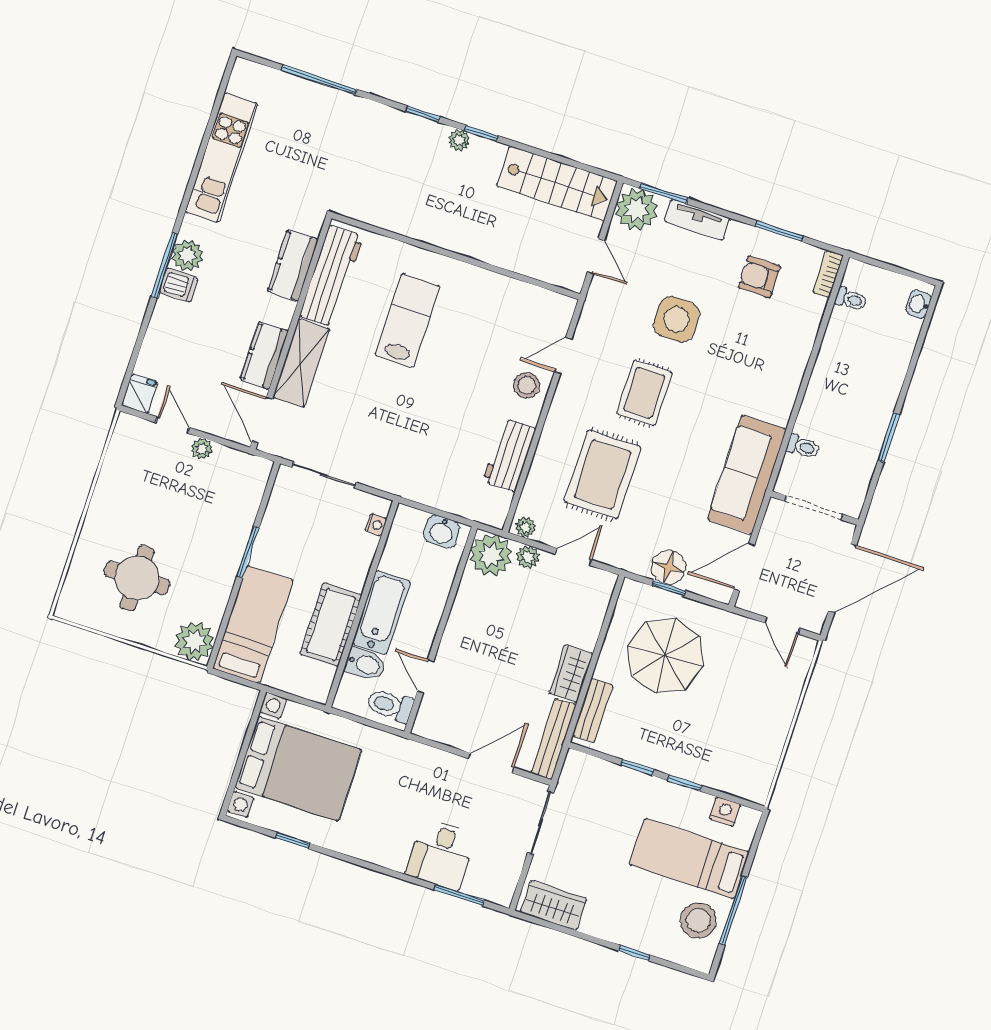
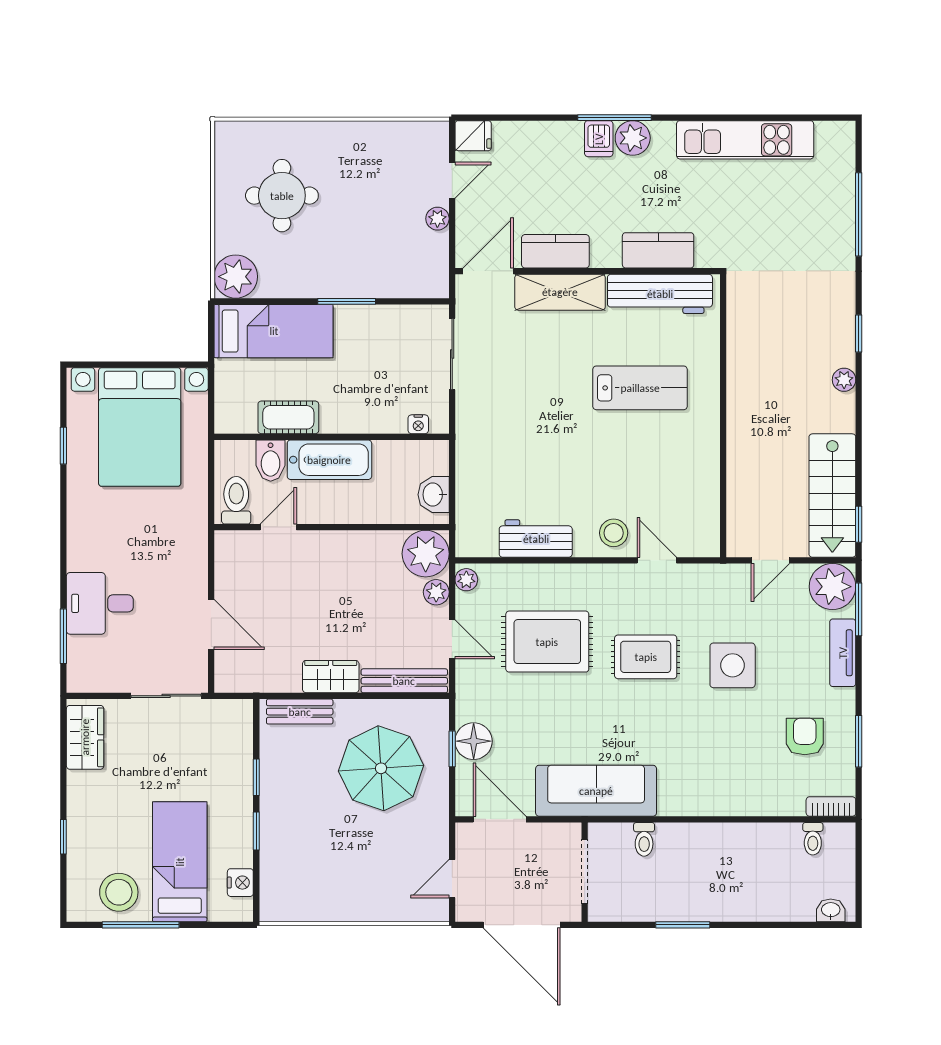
window: (481, 133) -> (859, 524), moved
cot: (331, 625) -> (288, 417), width x0.73, depth x0.75
bench: (554, 739) -> (404, 681), moved

